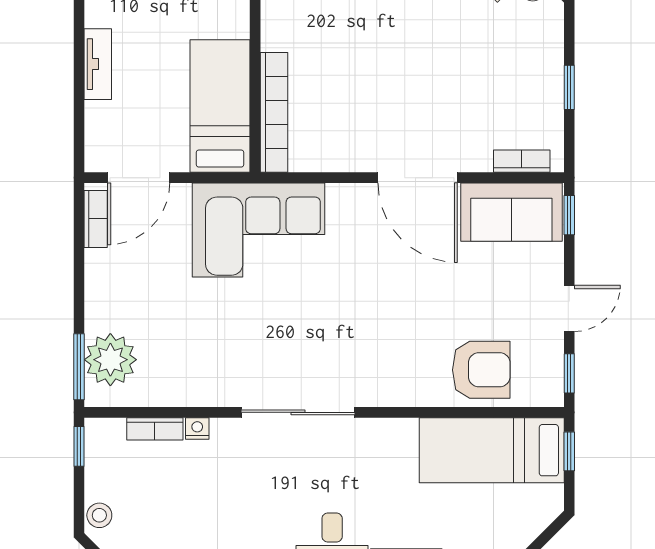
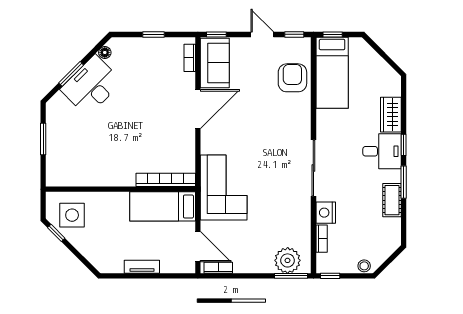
nightstand: (197, 429) -> (326, 213), width x1.89, depth x1.79

